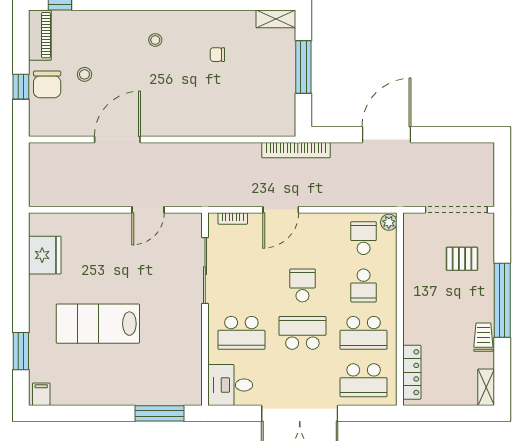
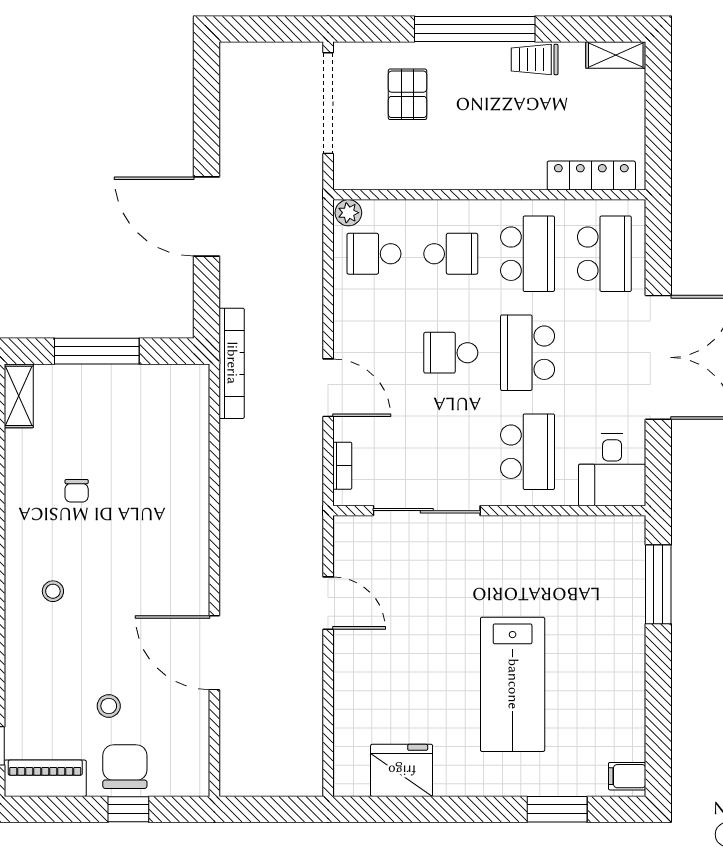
chair: (47, 84) -> (125, 767), turned -90

